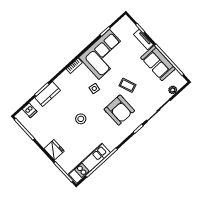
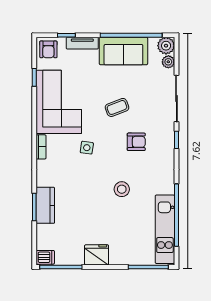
armchair: (125, 26) -> (48, 49), added
plant: (180, 82) -> (166, 46), added
dishwasher: (30, 110) -> (45, 257), moved
armchair: (119, 110) -> (136, 142), width x0.53, depth x0.53
stool: (81, 119) -> (122, 189), moved
fridge: (54, 150) -> (97, 255), moved

